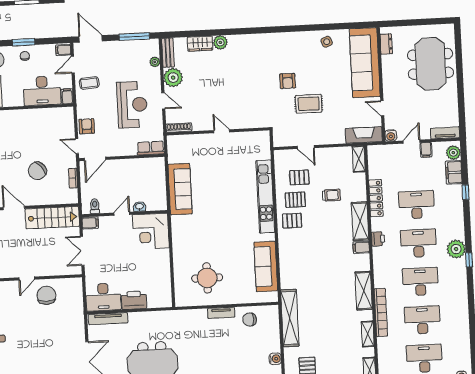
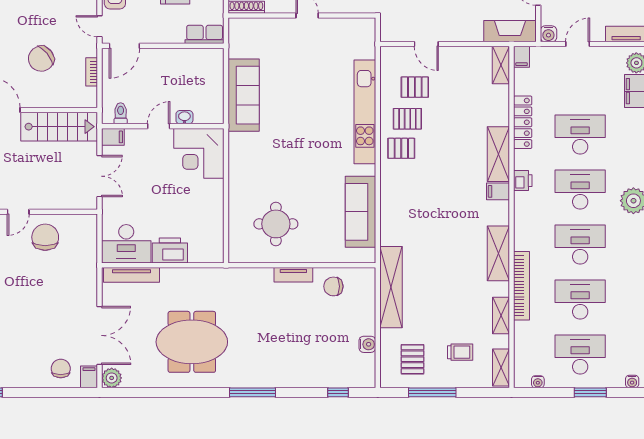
filing cabinet: (426, 150) -> (522, 57), moved
trolley: (331, 195) -> (460, 352), moved
double door: (82, 251) -> (99, 176), swing flipped

